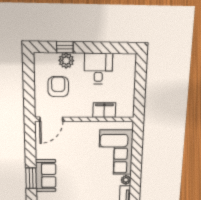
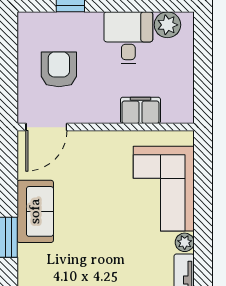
plant: (66, 61) -> (167, 25), moved
sofa: (46, 176) -> (35, 211), moved

